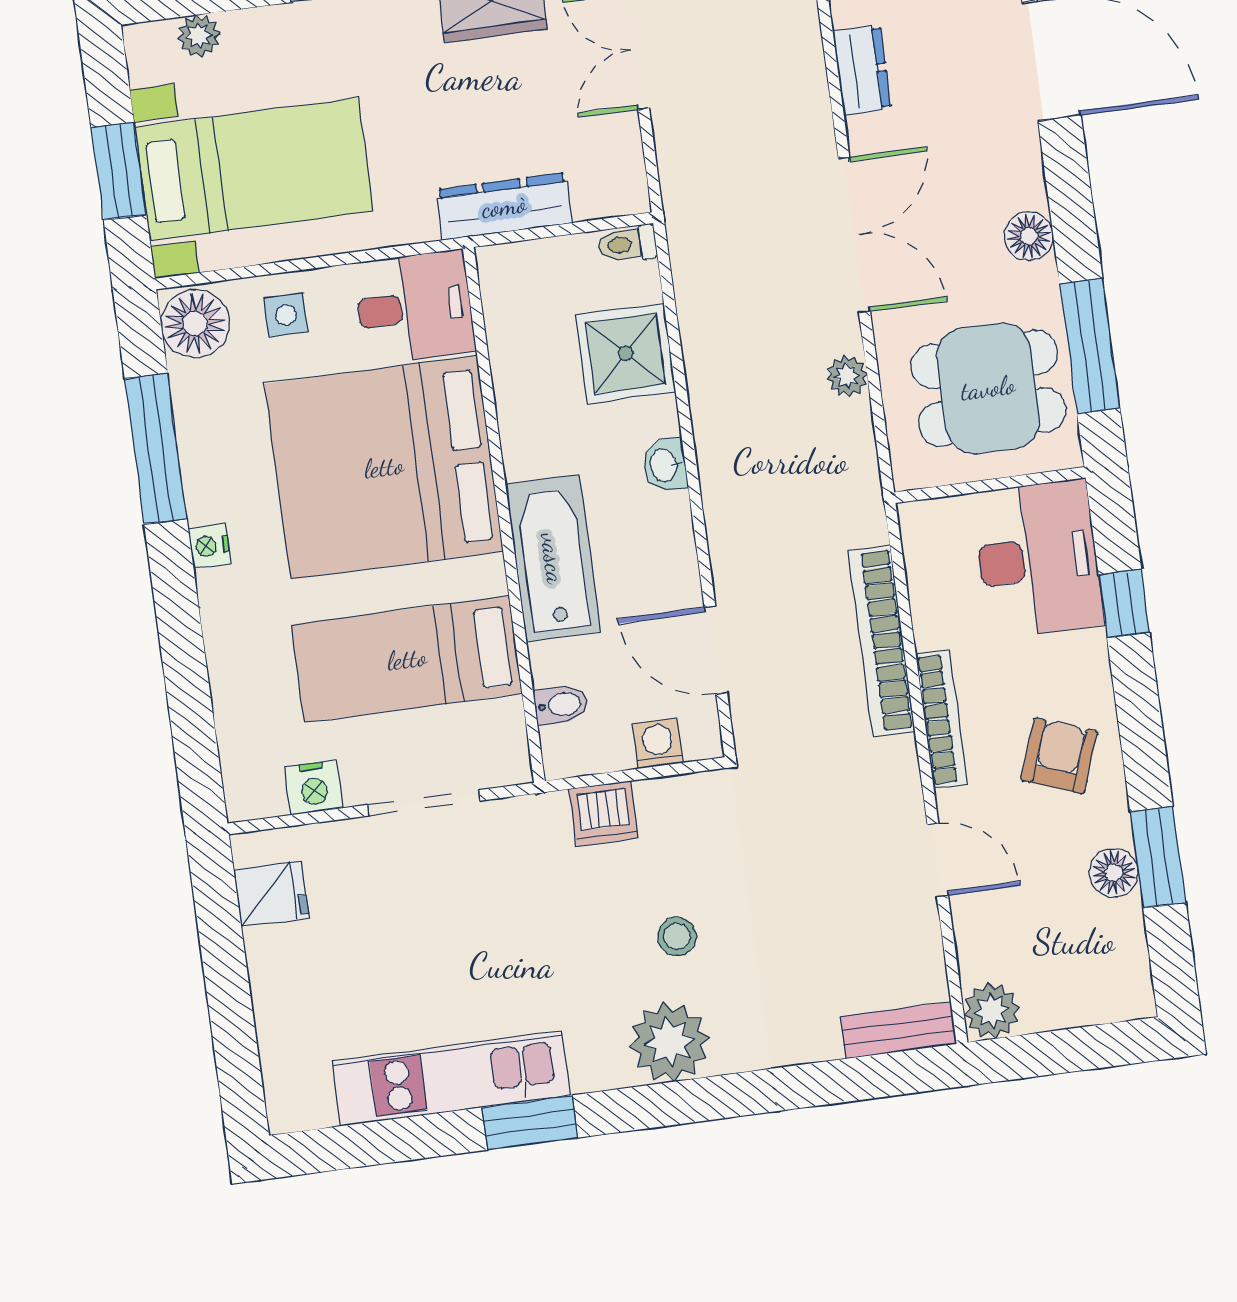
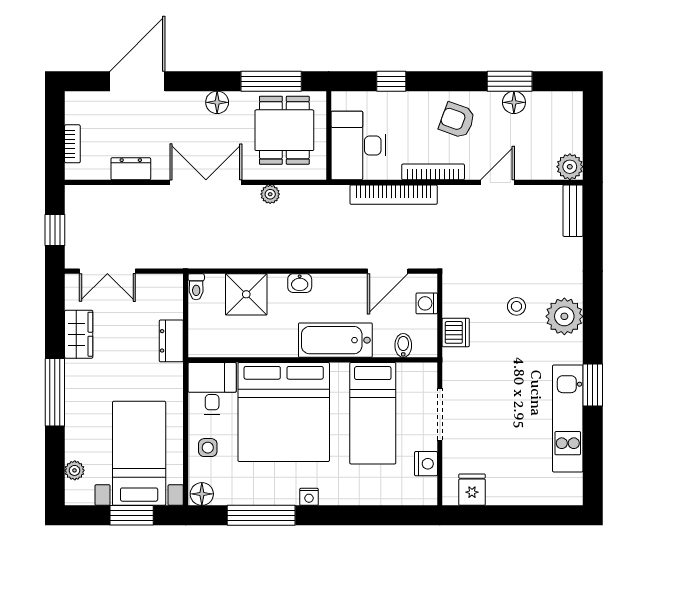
dresser: (504, 206) -> (171, 341), width x0.70
floor lamp: (195, 323) -> (202, 494), width x0.73, depth x0.73
desk: (1038, 559) -> (358, 145), moved, turned -90

